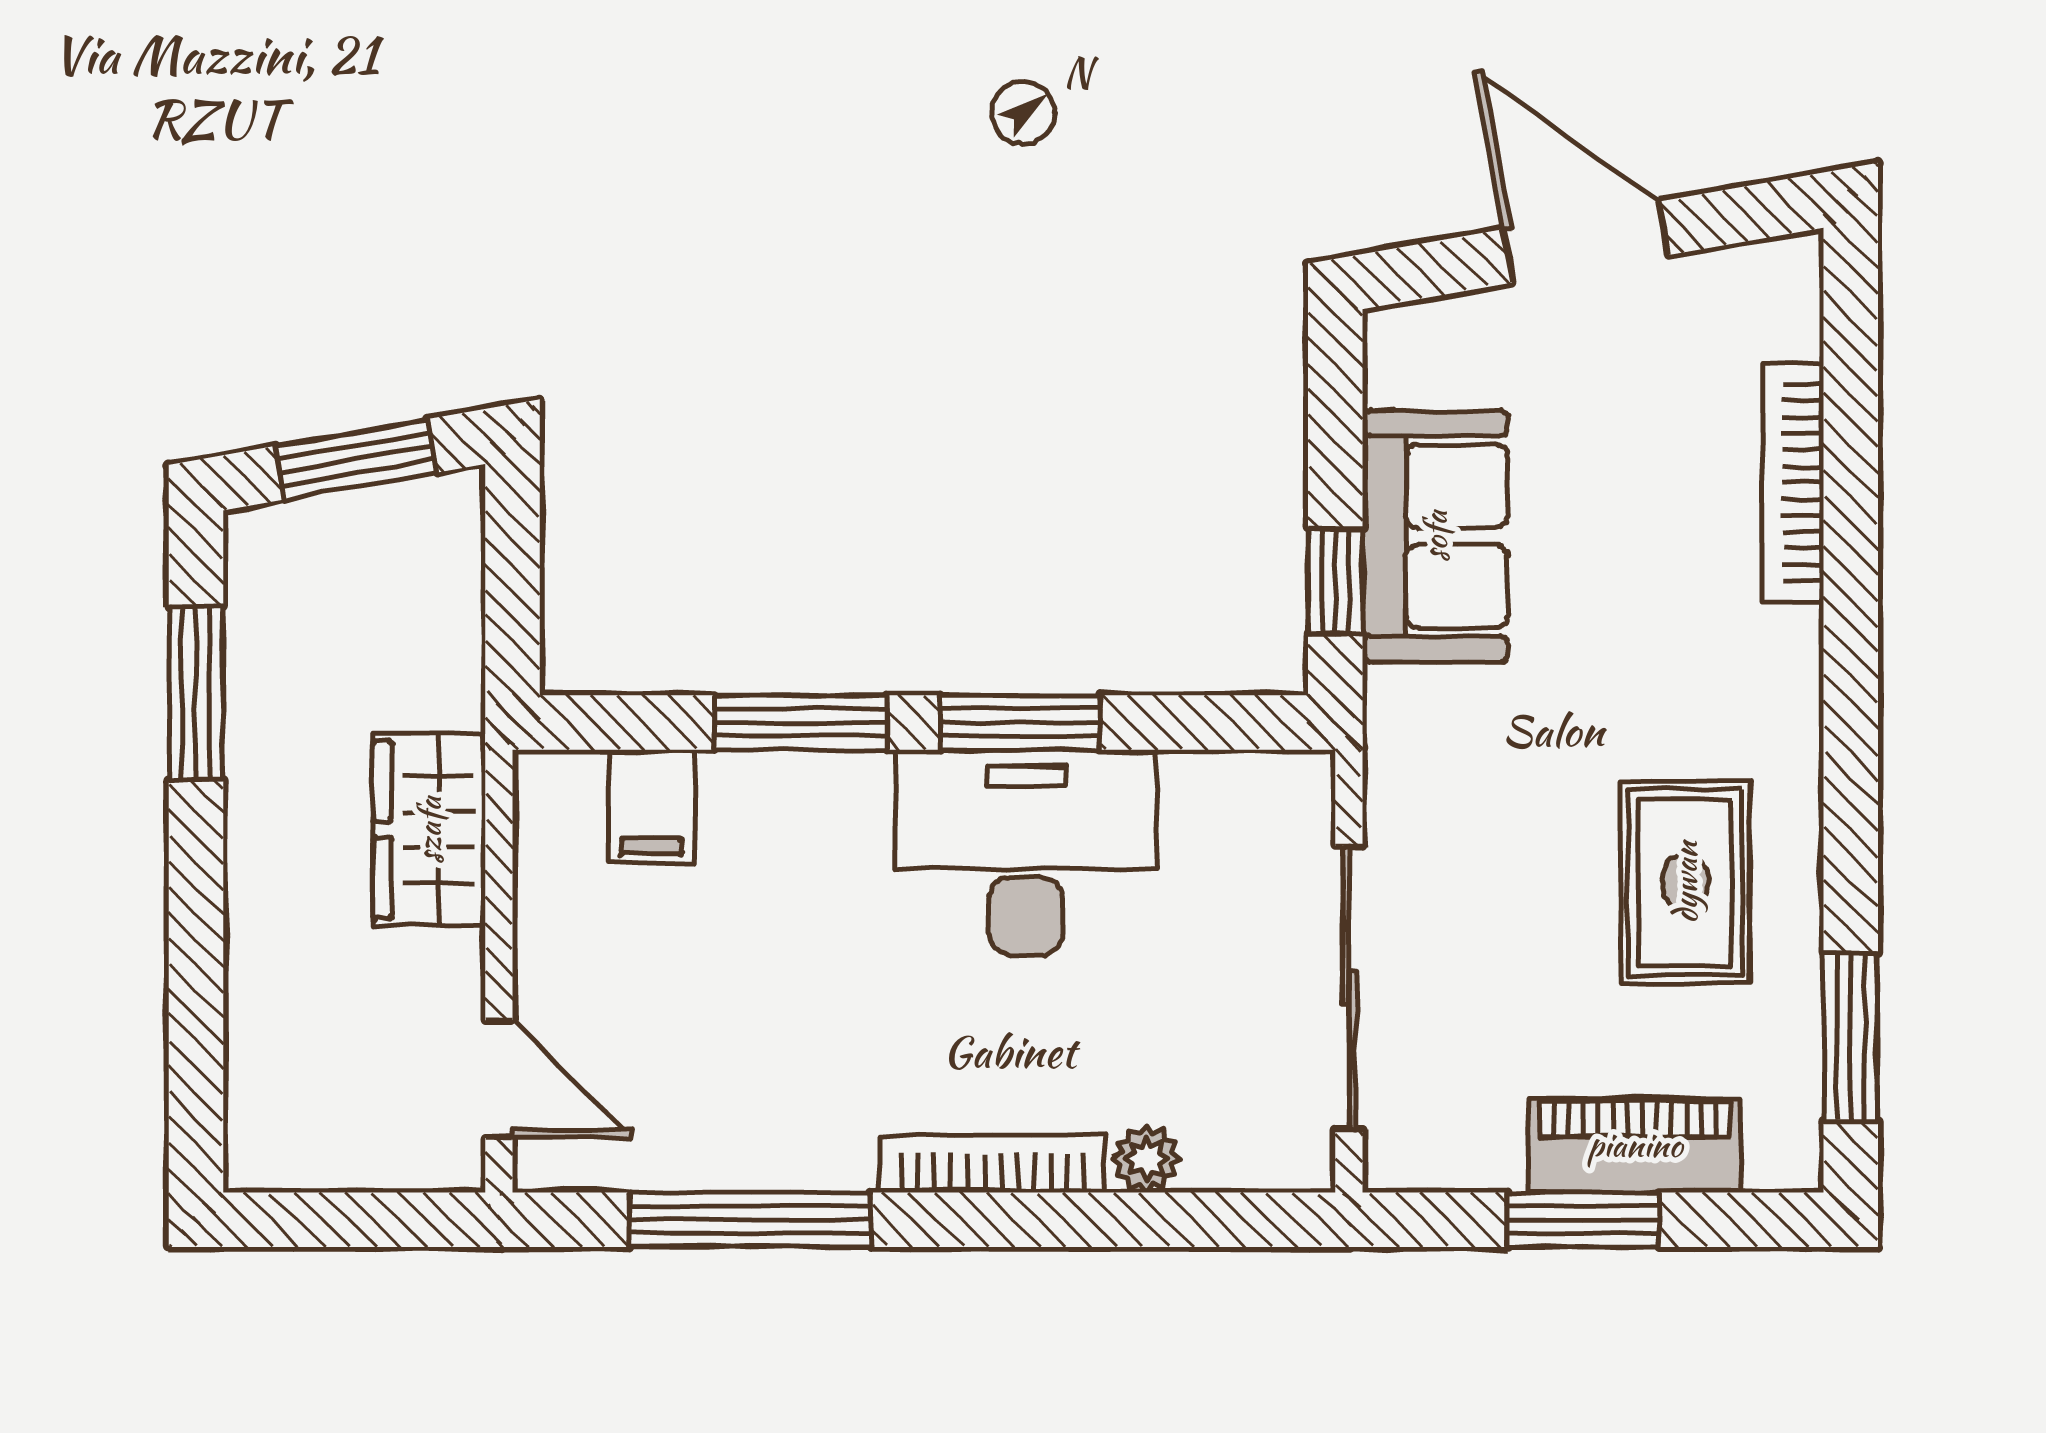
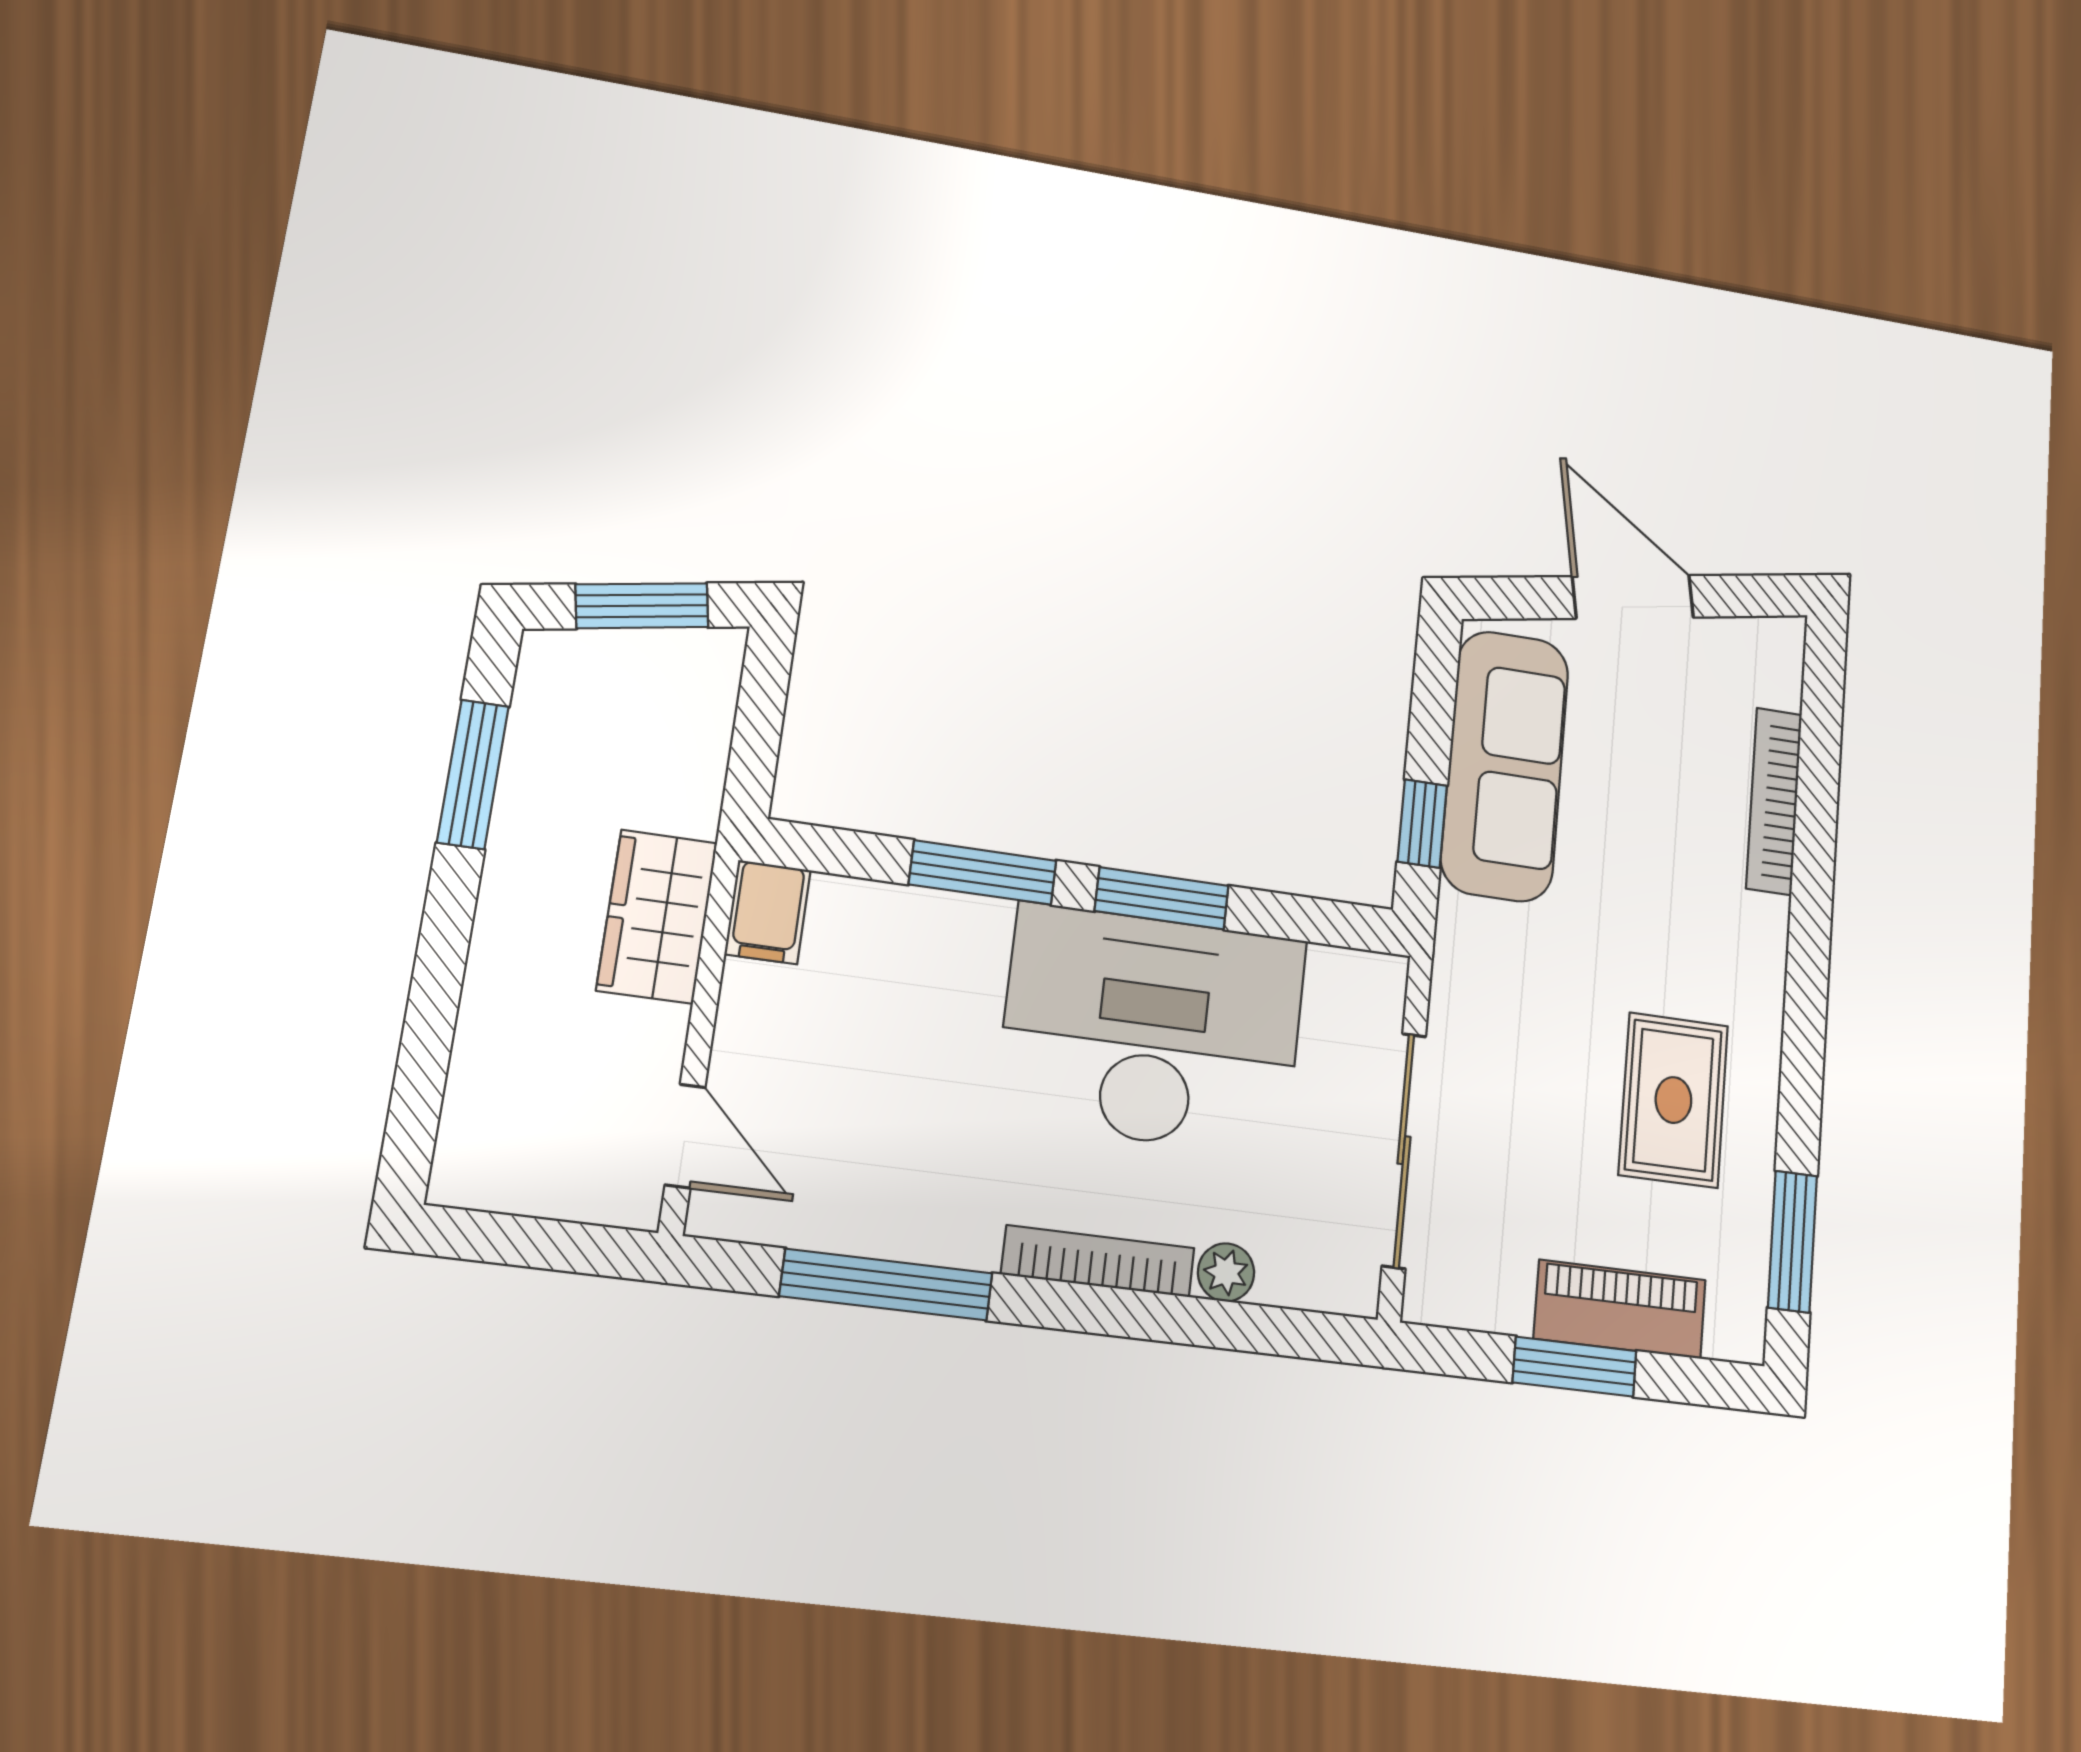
sofa: (1435, 536) -> (1505, 765), width x1.36
filing cabinet: (652, 806) -> (768, 912), moved
desk: (1026, 852) -> (1152, 1029), width x1.36, depth x1.30

